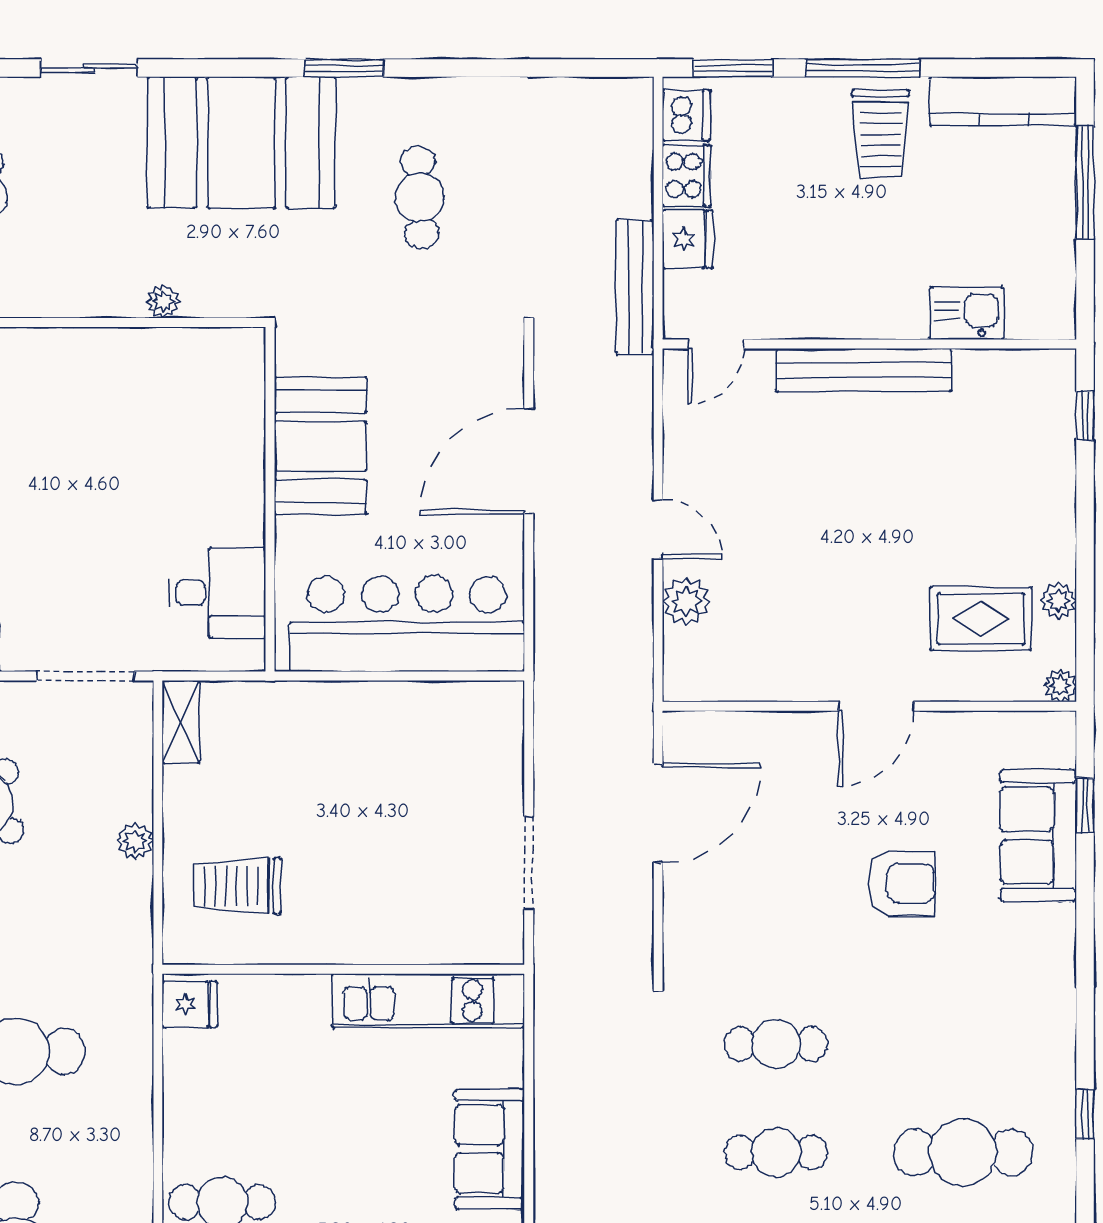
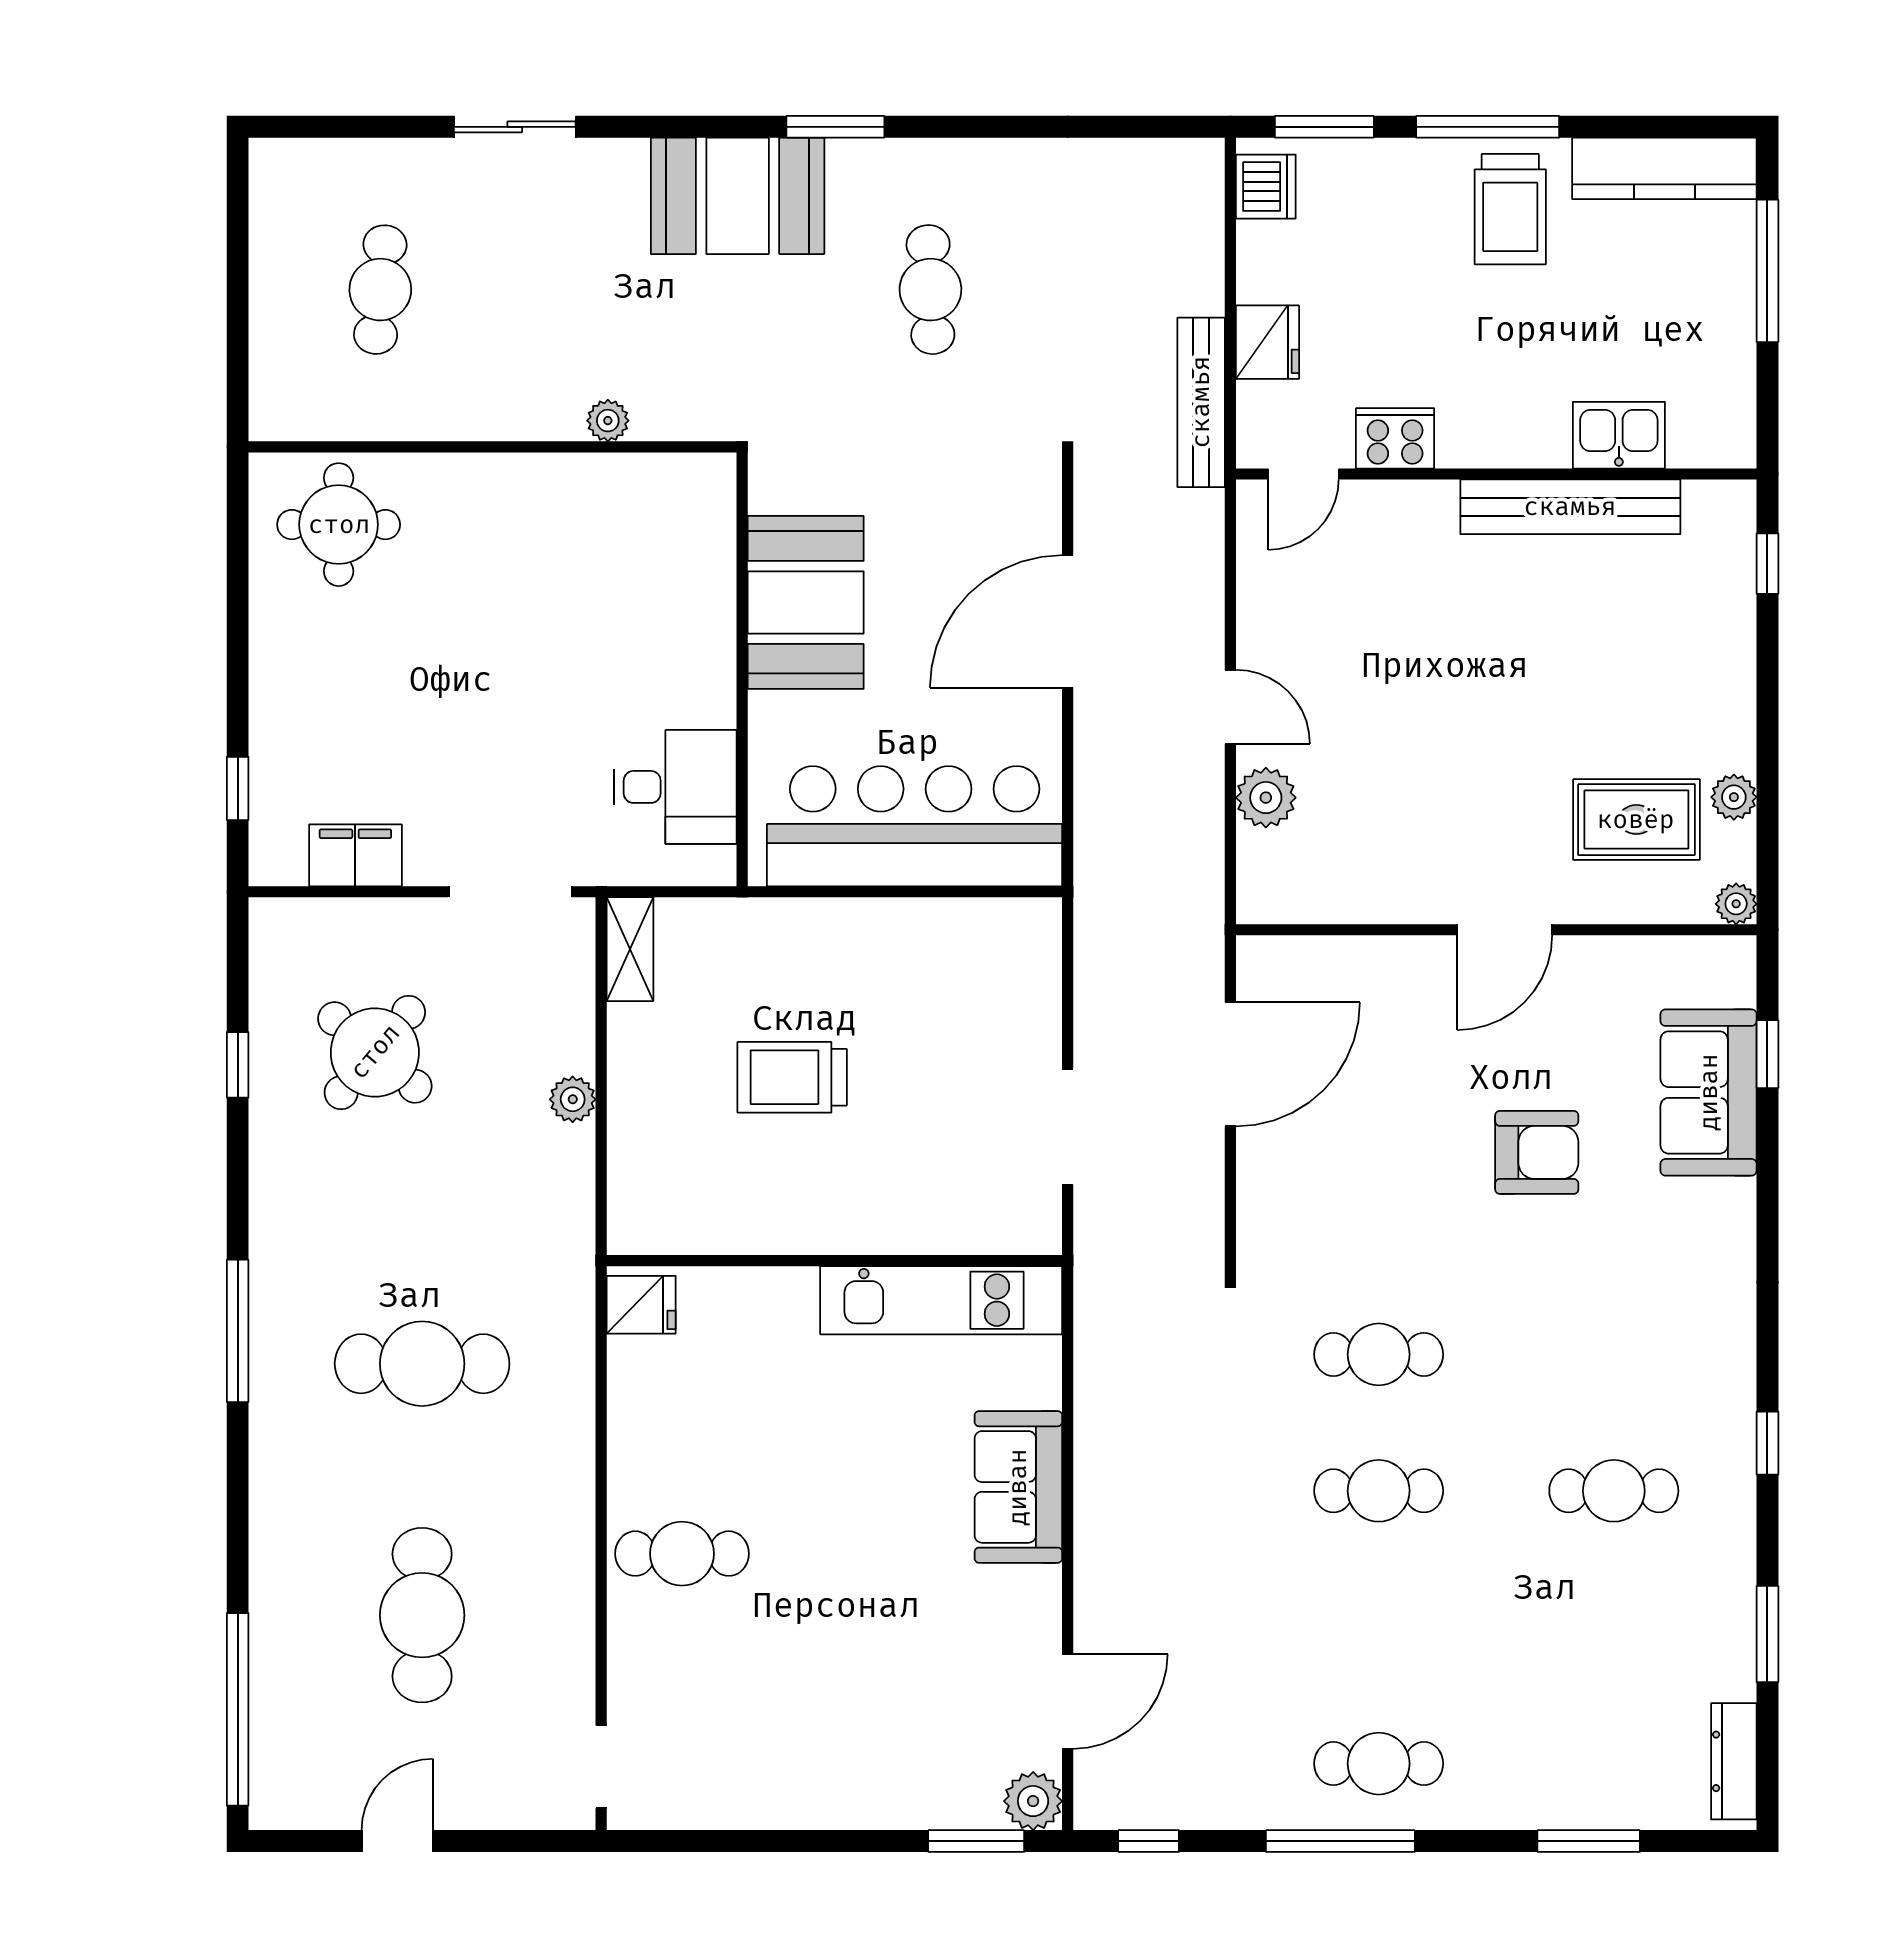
booth: (242, 143) -> (738, 196), width x0.73, depth x0.70
cooker: (686, 175) -> (1395, 438), moved, turned -90
bench: (864, 370) -> (1570, 507), moved
trolley: (237, 886) -> (792, 1077), moved
cafe table: (963, 1152) -> (1614, 1491), width x0.73, depth x0.74

